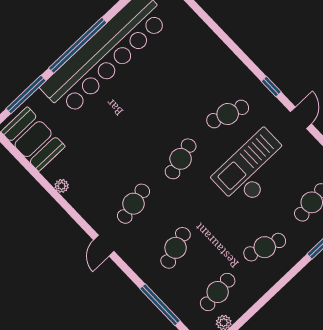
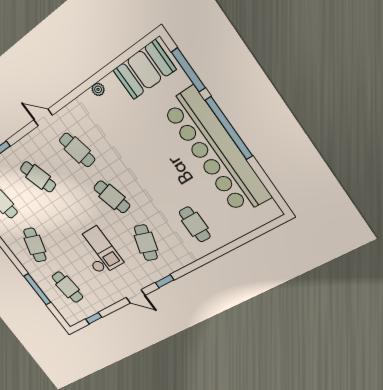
cafe table: (192, 63) -> (195, 224), added
checkout: (253, 169) -> (98, 251), width x0.73, depth x0.83

